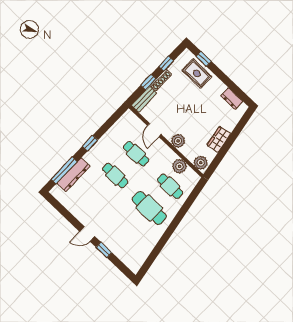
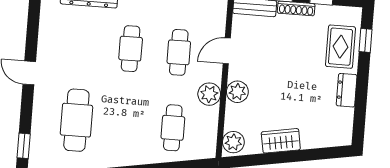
dresser: (232, 99) -> (347, 90), moved
plant: (179, 166) -> (209, 94), moved
cafe table: (149, 208) -> (76, 120), moved
window: (104, 250) -> (24, 146), moved

